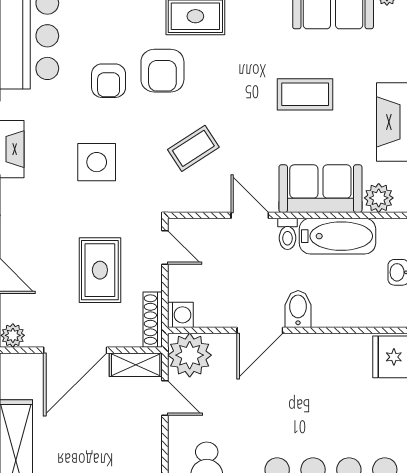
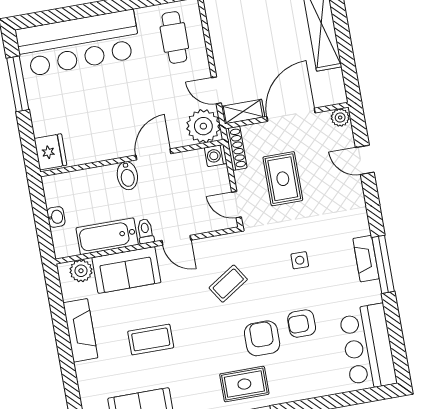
armchair: (109, 81) -> (302, 324), turned -90
side table: (97, 162) -> (300, 260), width x0.54, depth x0.54

